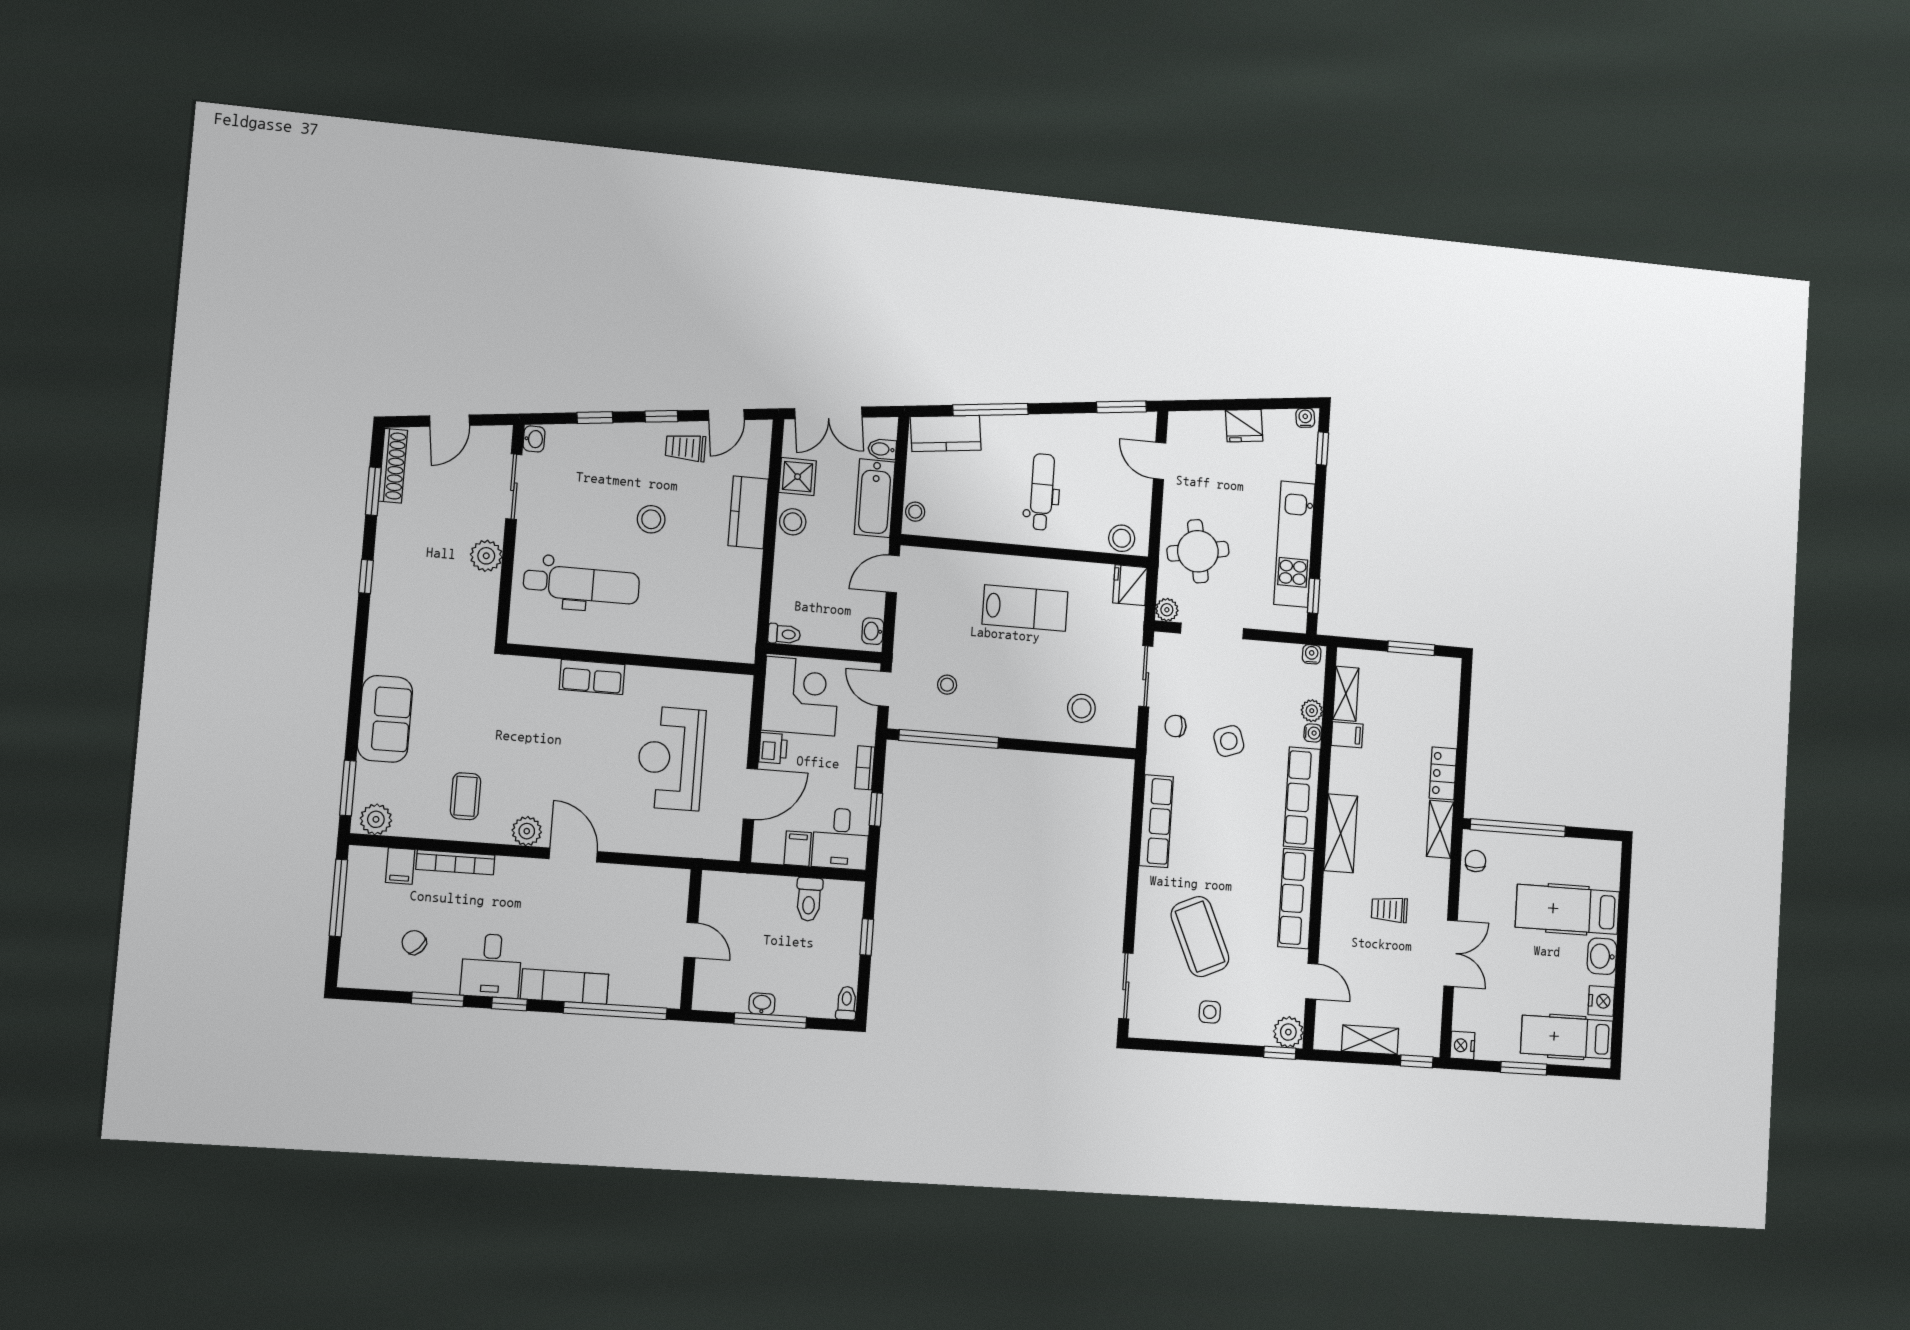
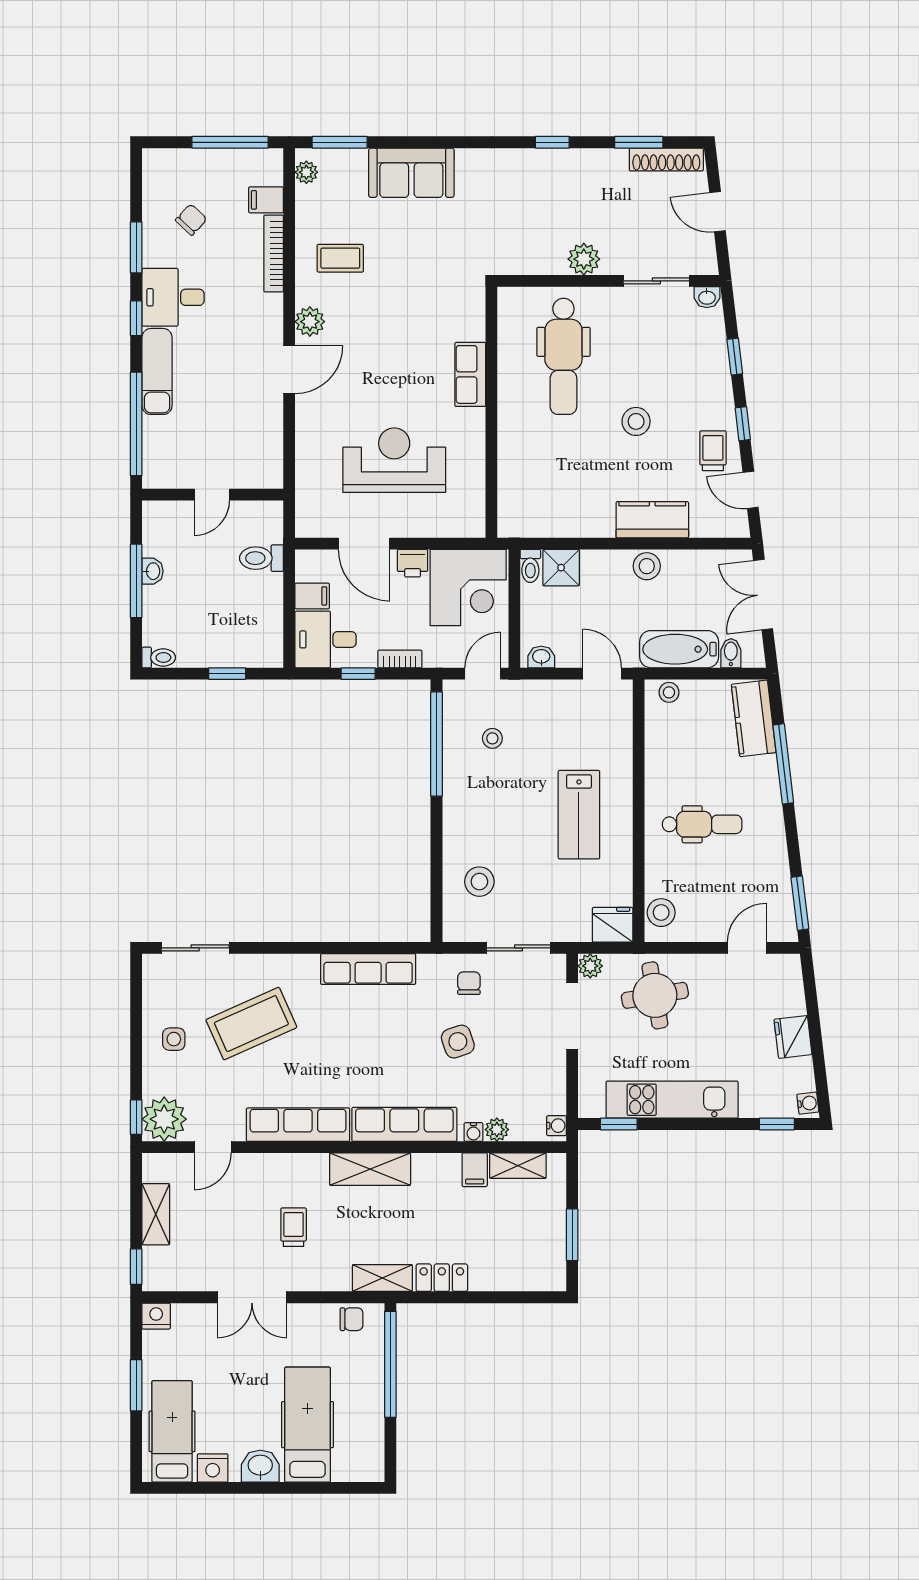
shower: (798, 477) -> (561, 568), moved
plant: (376, 819) -> (306, 172), width x0.73, depth x0.73
toilet: (809, 899) -> (261, 558), moved
plant: (1288, 1032) -> (164, 1119), width x1.36, depth x1.36

